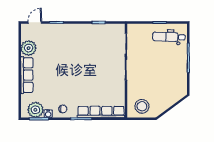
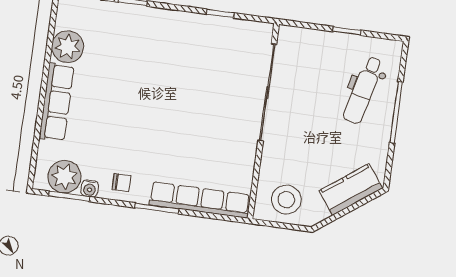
dental chair: (169, 37) -> (363, 90), moved, turned -78
kitchen counter: (172, 97) -> (351, 190), added

